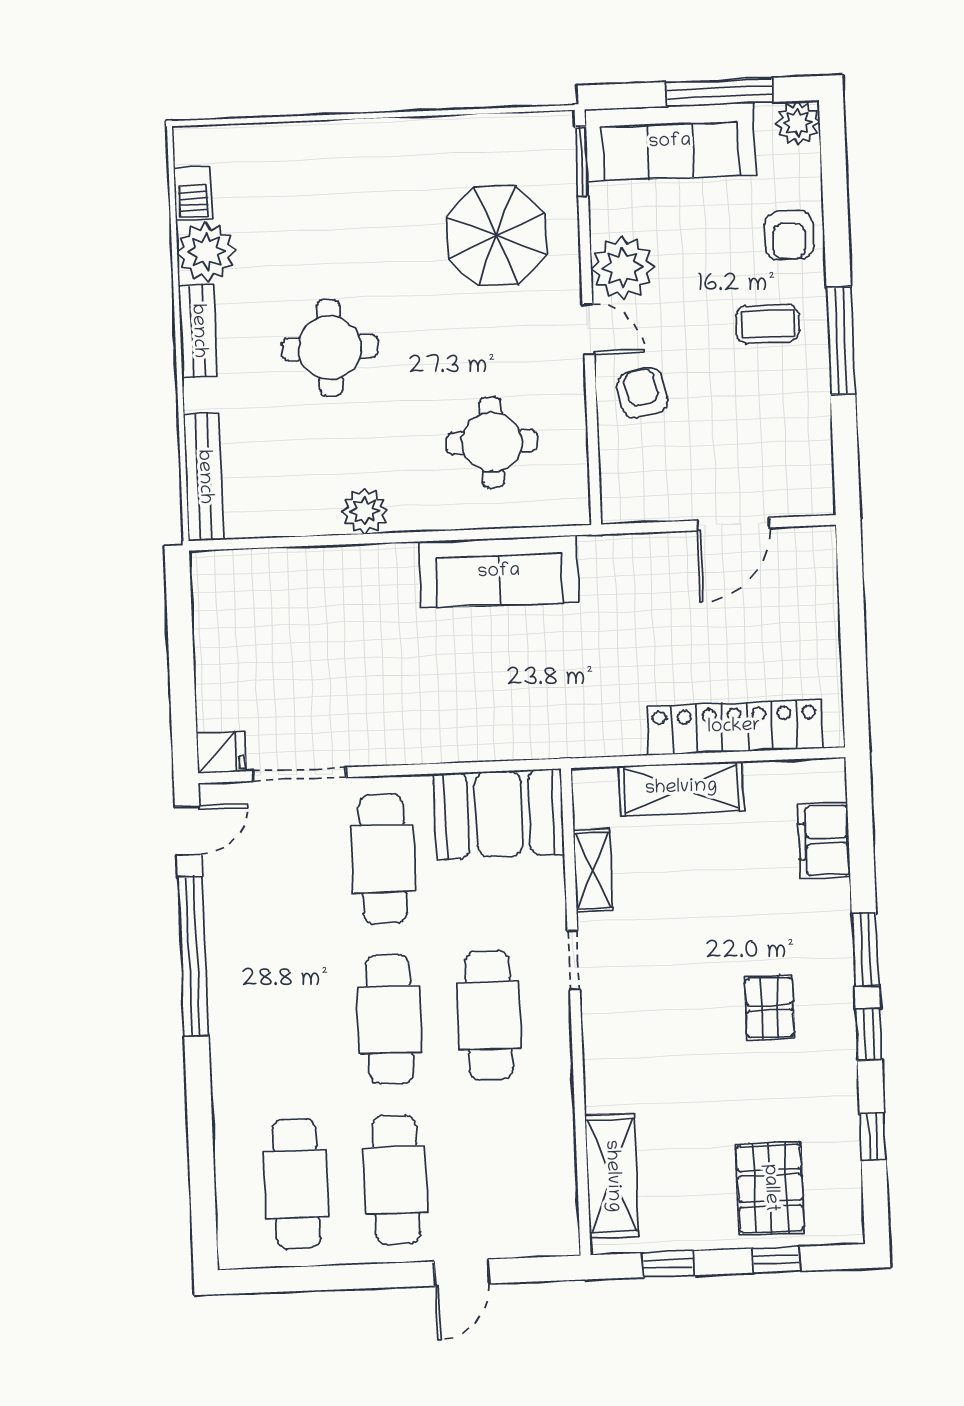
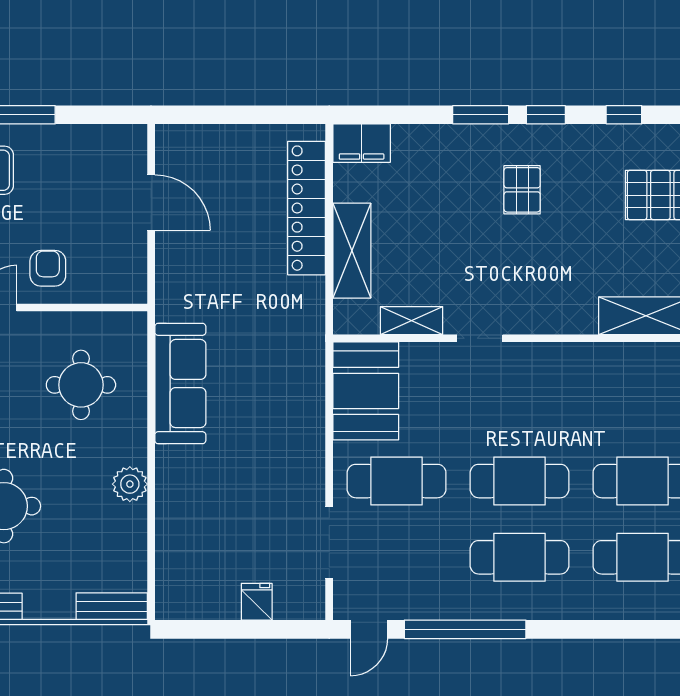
armchair: (642, 393) -> (48, 268), turned 102
bench: (204, 477) -> (112, 606), width x0.73
fridge: (221, 752) -> (257, 602), moved
door: (188, 831) -> (369, 629), swing flipped
filing cabinet: (824, 841) -> (362, 143), moved
pallet: (770, 1007) -> (522, 190), turned 90
cafe table: (489, 1015) -> (519, 557), moved

